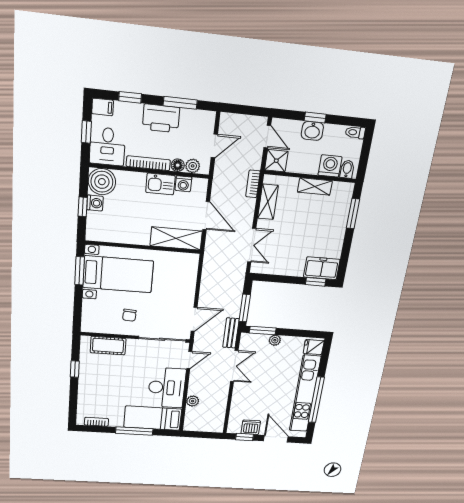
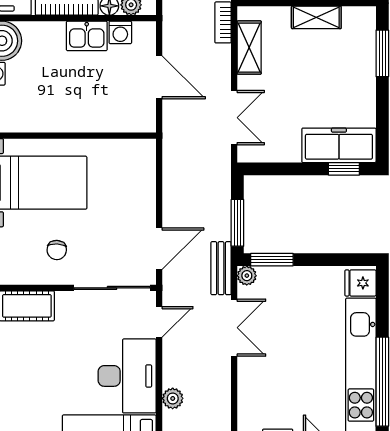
shelving: (176, 238) -> (118, 117), removed
freezer: (322, 268) -> (339, 145), width x1.40
plant: (275, 340) -> (247, 276), moved

